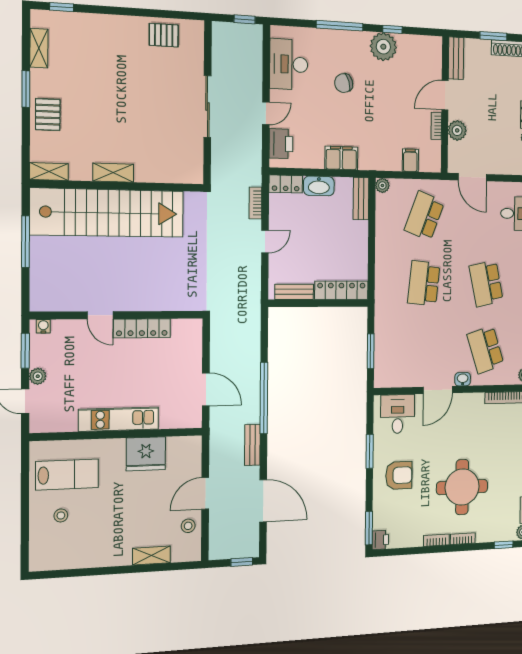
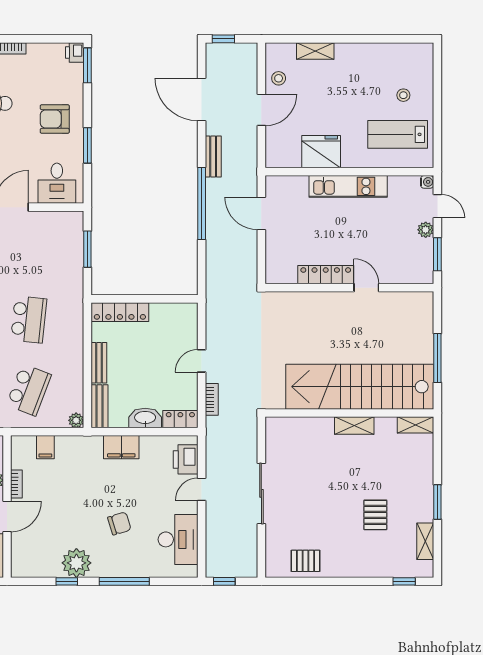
pallet: (48, 115) -> (375, 515), moved
bench: (294, 292) -> (99, 363), moved, turned 90
water cooler: (43, 326) -> (427, 182), moved, turned -90

